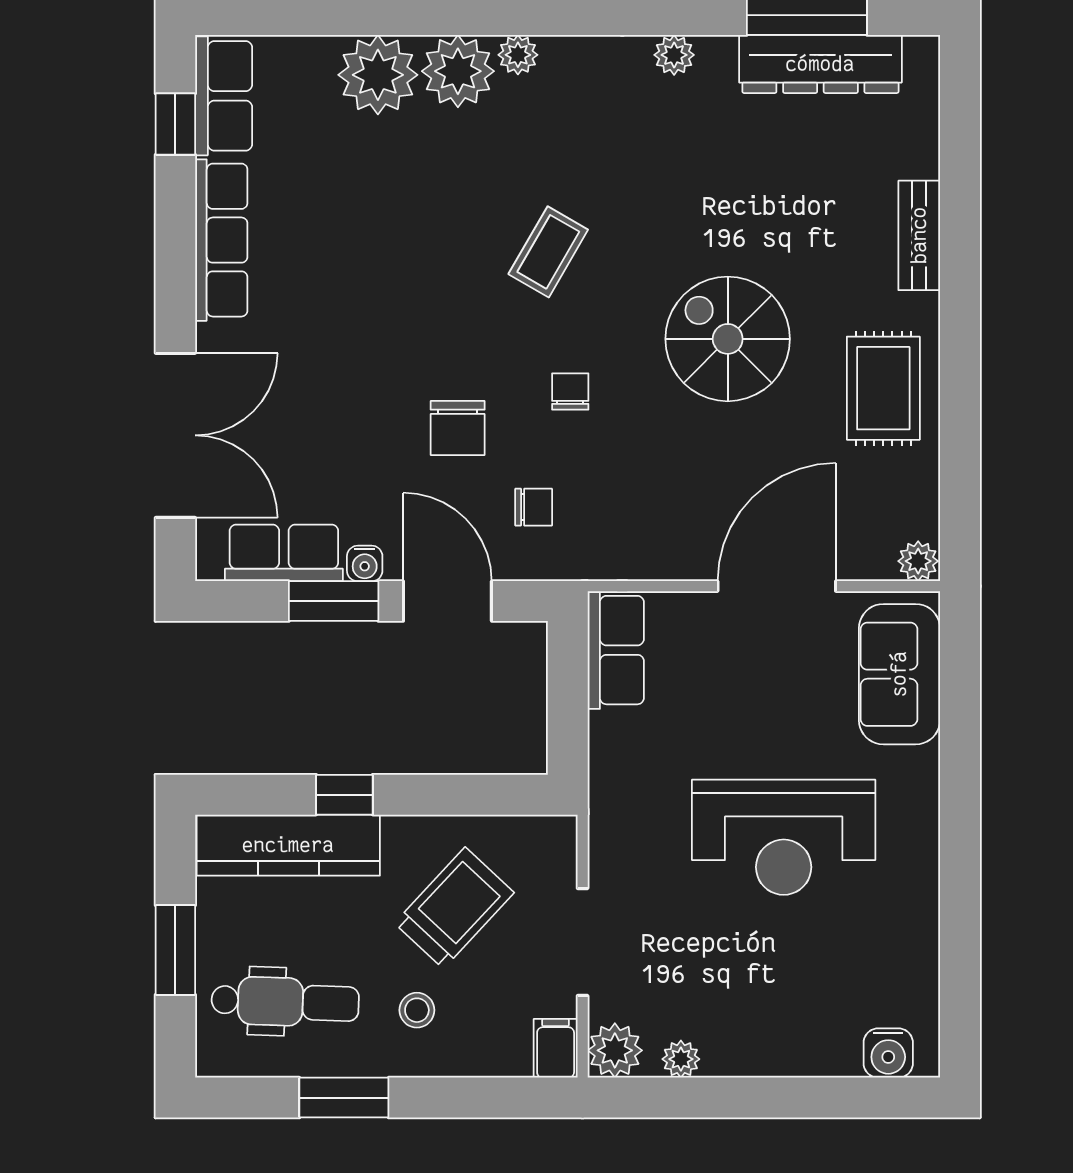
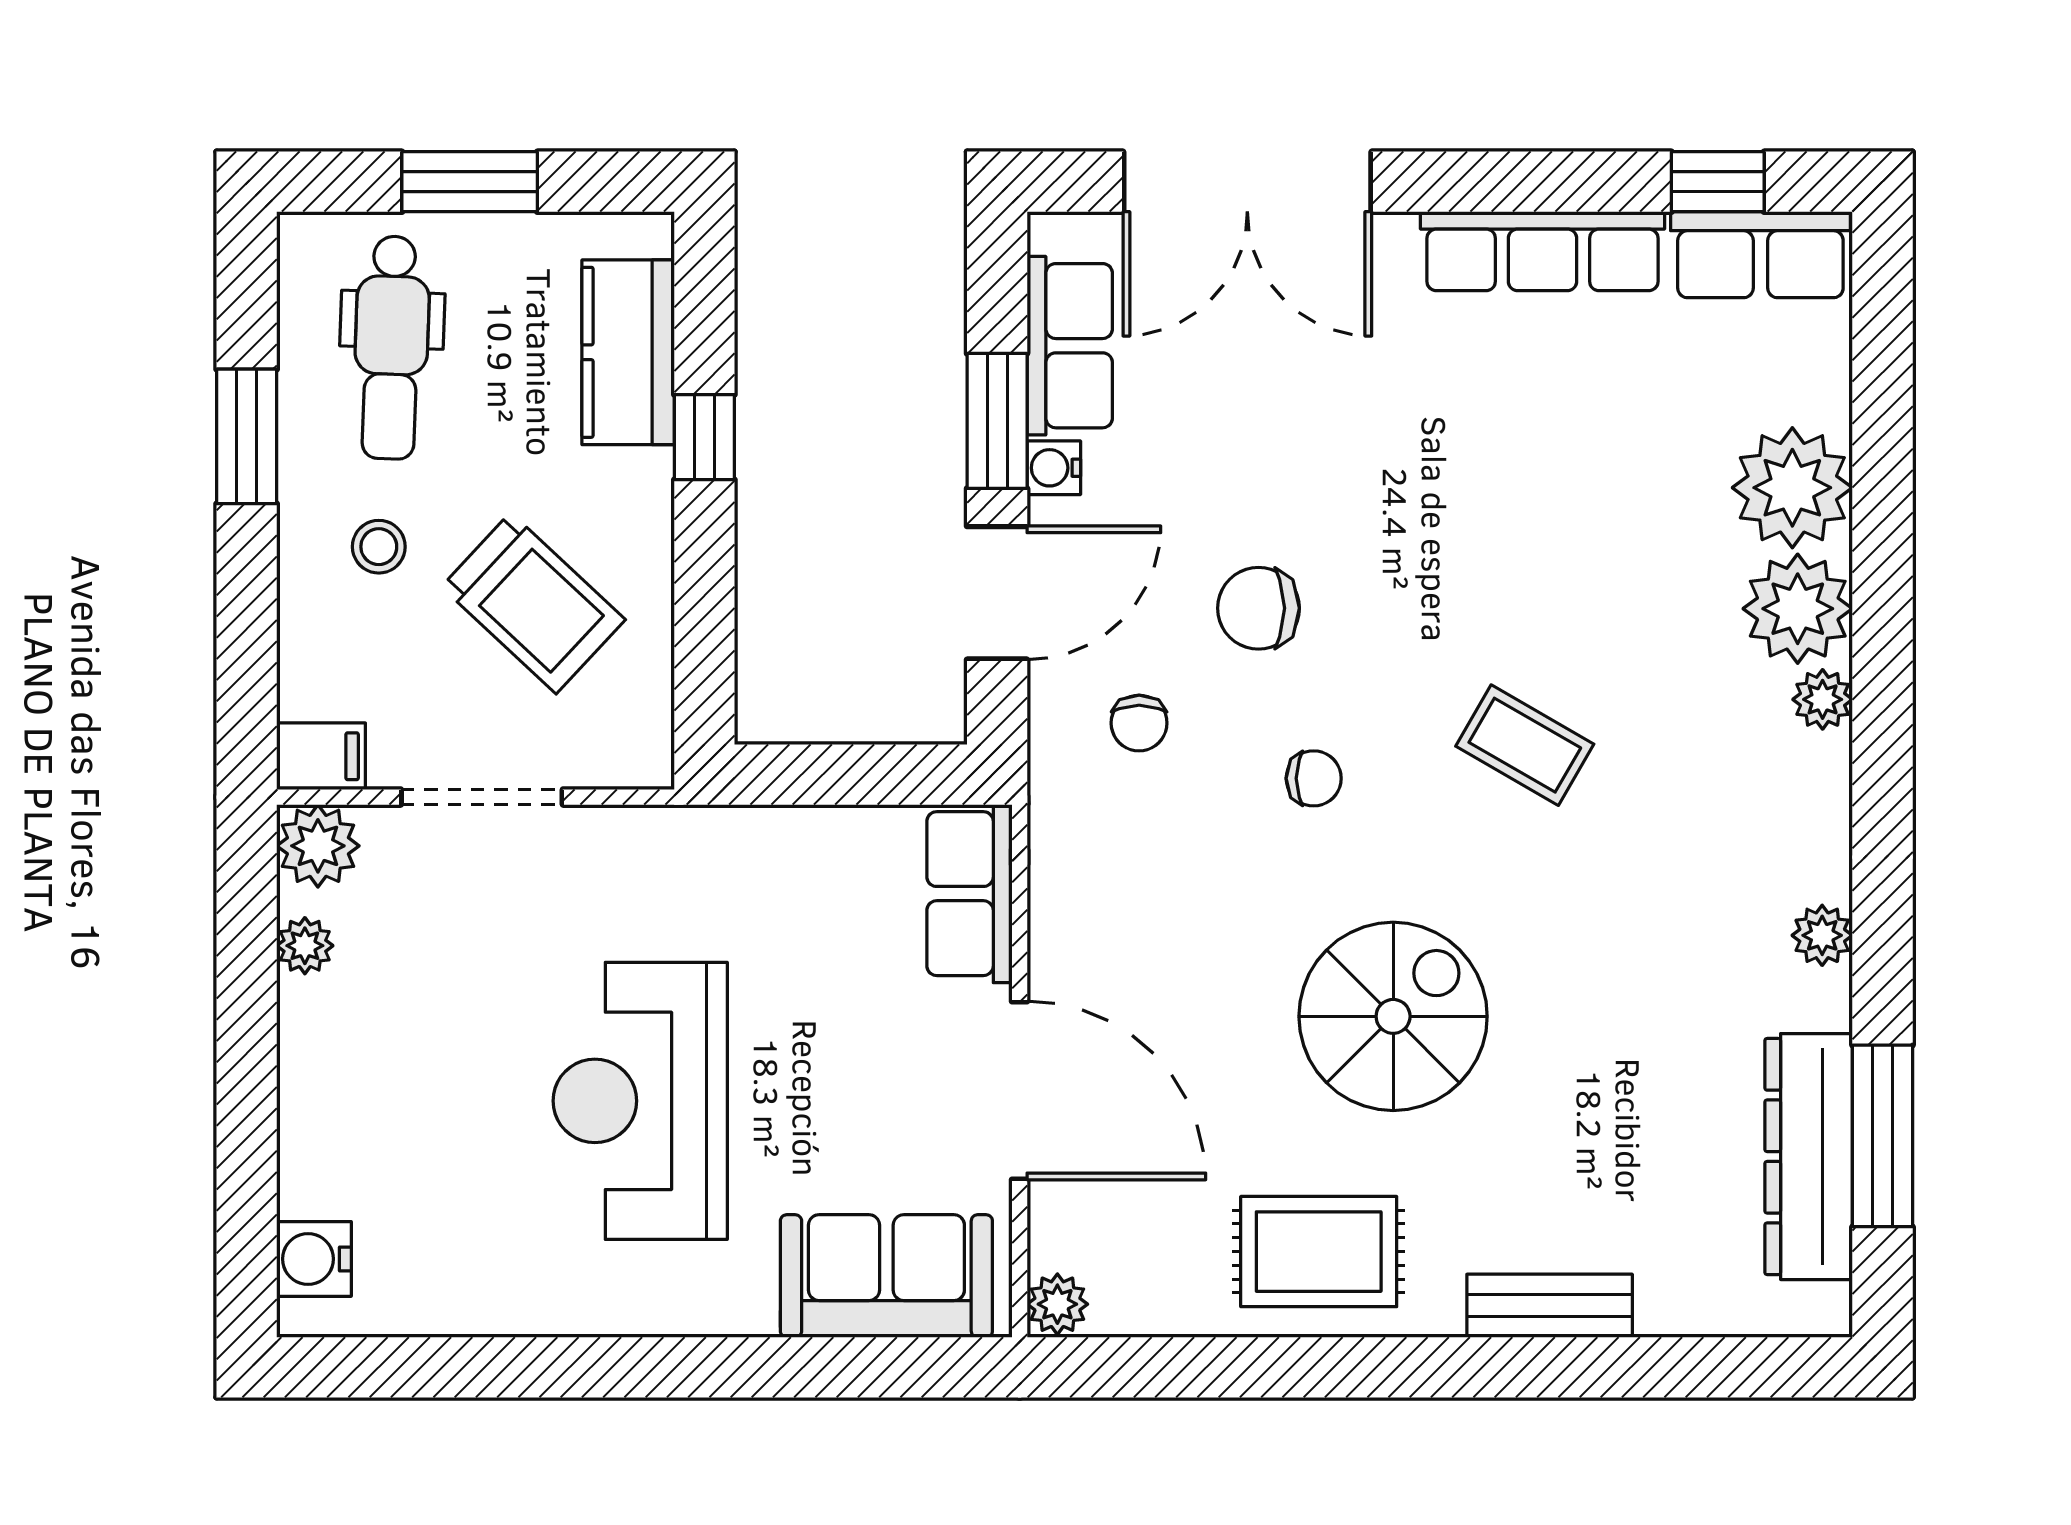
row of seats: (616, 650) -> (969, 894), moved, turned 90
kitchen counter: (288, 845) -> (628, 352), width x0.67

